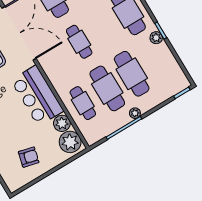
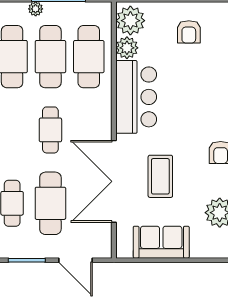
cafe table: (83, 103) -> (89, 57), width x1.37, depth x1.35
armchair: (29, 157) -> (189, 32), turned -104

